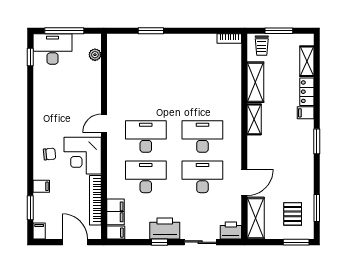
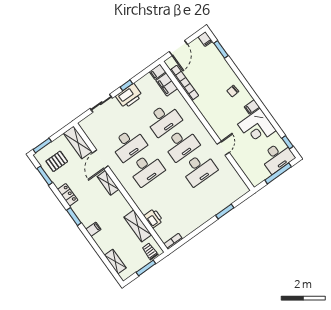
plant: (95, 55) -> (249, 172), removed
locker: (307, 92) -> (68, 195), moved
desk: (146, 96) -> (199, 169), added
shelving: (254, 119) -> (108, 183), moved
door: (104, 123) -> (223, 148), moved
corner desk: (83, 156) -> (257, 127), moved, turned 180
filing cabinet: (41, 186) -> (252, 107), moved
pallet: (293, 214) -> (57, 161), turned 90
printer: (231, 231) -> (153, 218), moved, turned -90
door: (75, 242) -> (178, 48), hinge flipped

